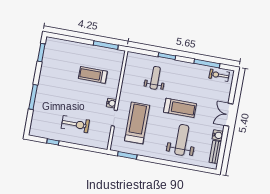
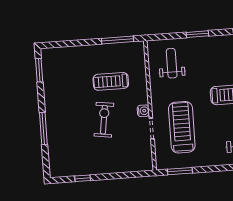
weight bench: (155, 78) -> (172, 63), moved
exercise bike: (75, 124) -> (104, 120), moved, turned -82

